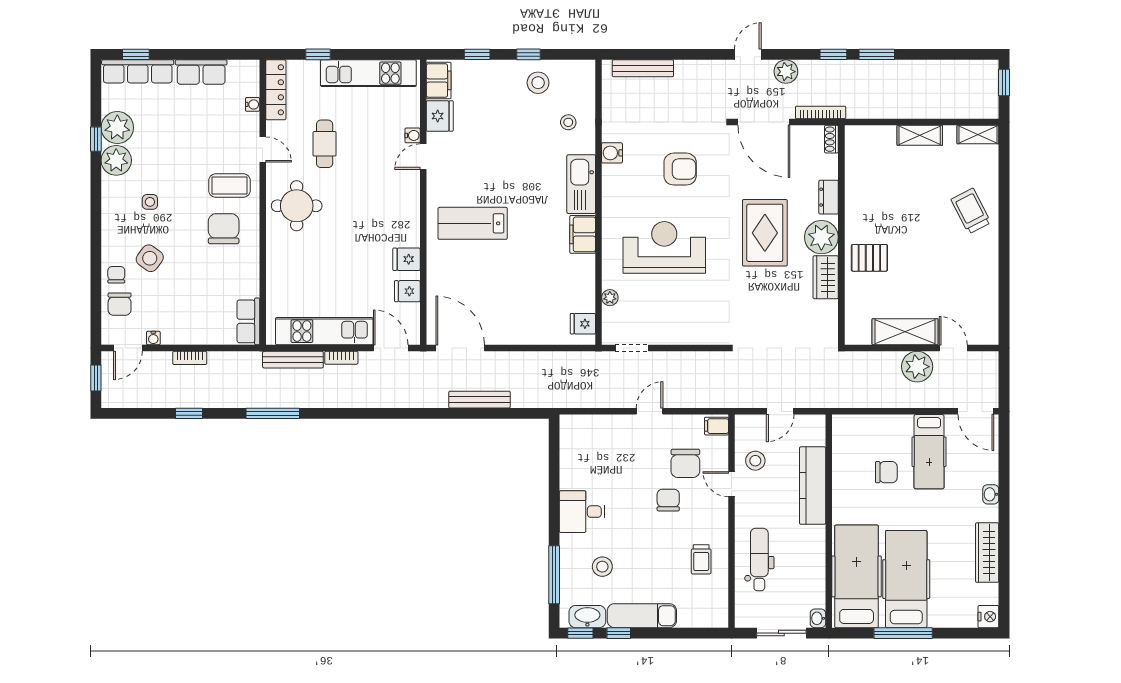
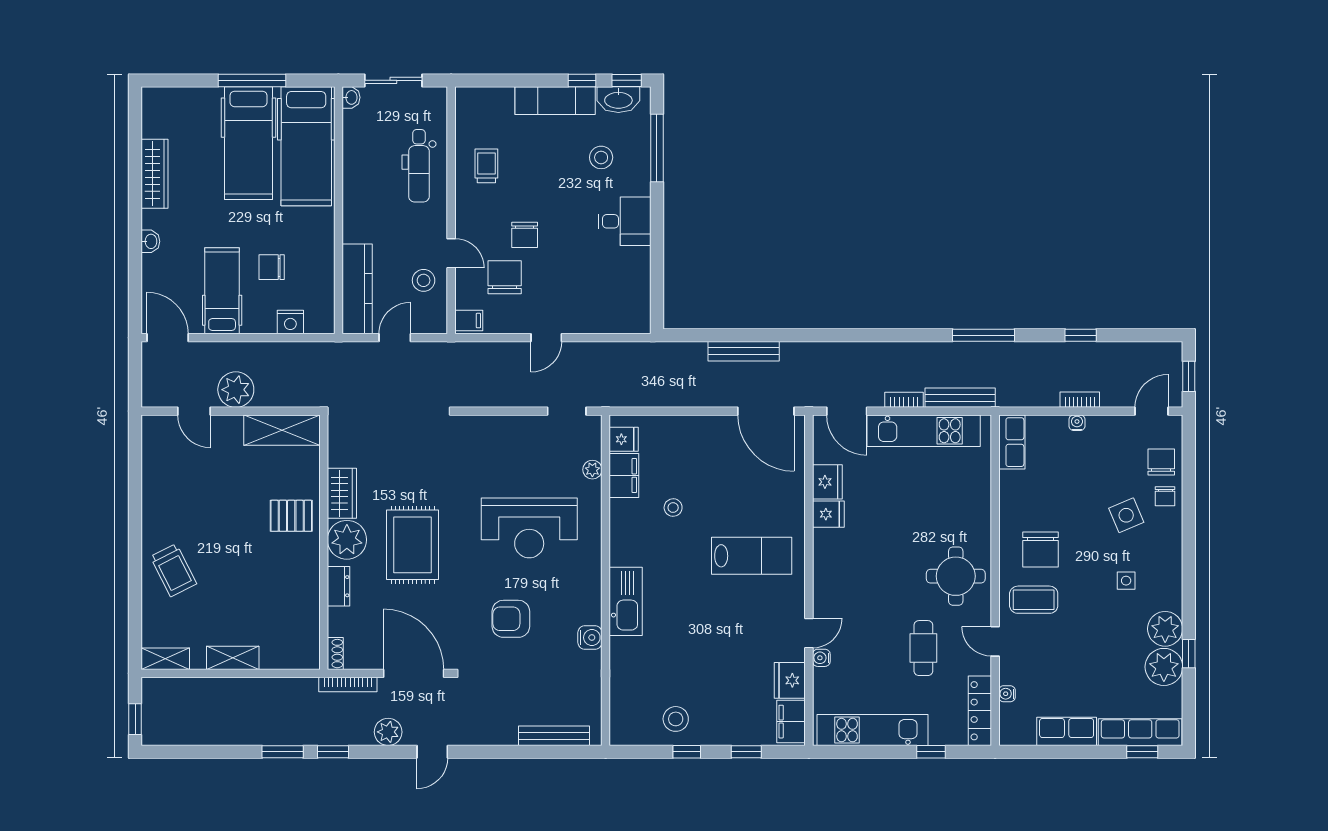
stool: (568, 122) -> (673, 508), moved
filing cabinet: (583, 234) -> (624, 476), moved
side table: (150, 258) -> (1126, 515), turned 31
fridge: (407, 291) -> (827, 482), width x1.38
shelving: (905, 332) -> (282, 430), moved
water cooler: (153, 338) -> (1077, 423), moved
kitchen counter: (813, 486) -> (357, 289), moved
nightstand: (988, 617) -> (290, 322), moved, turned -90

